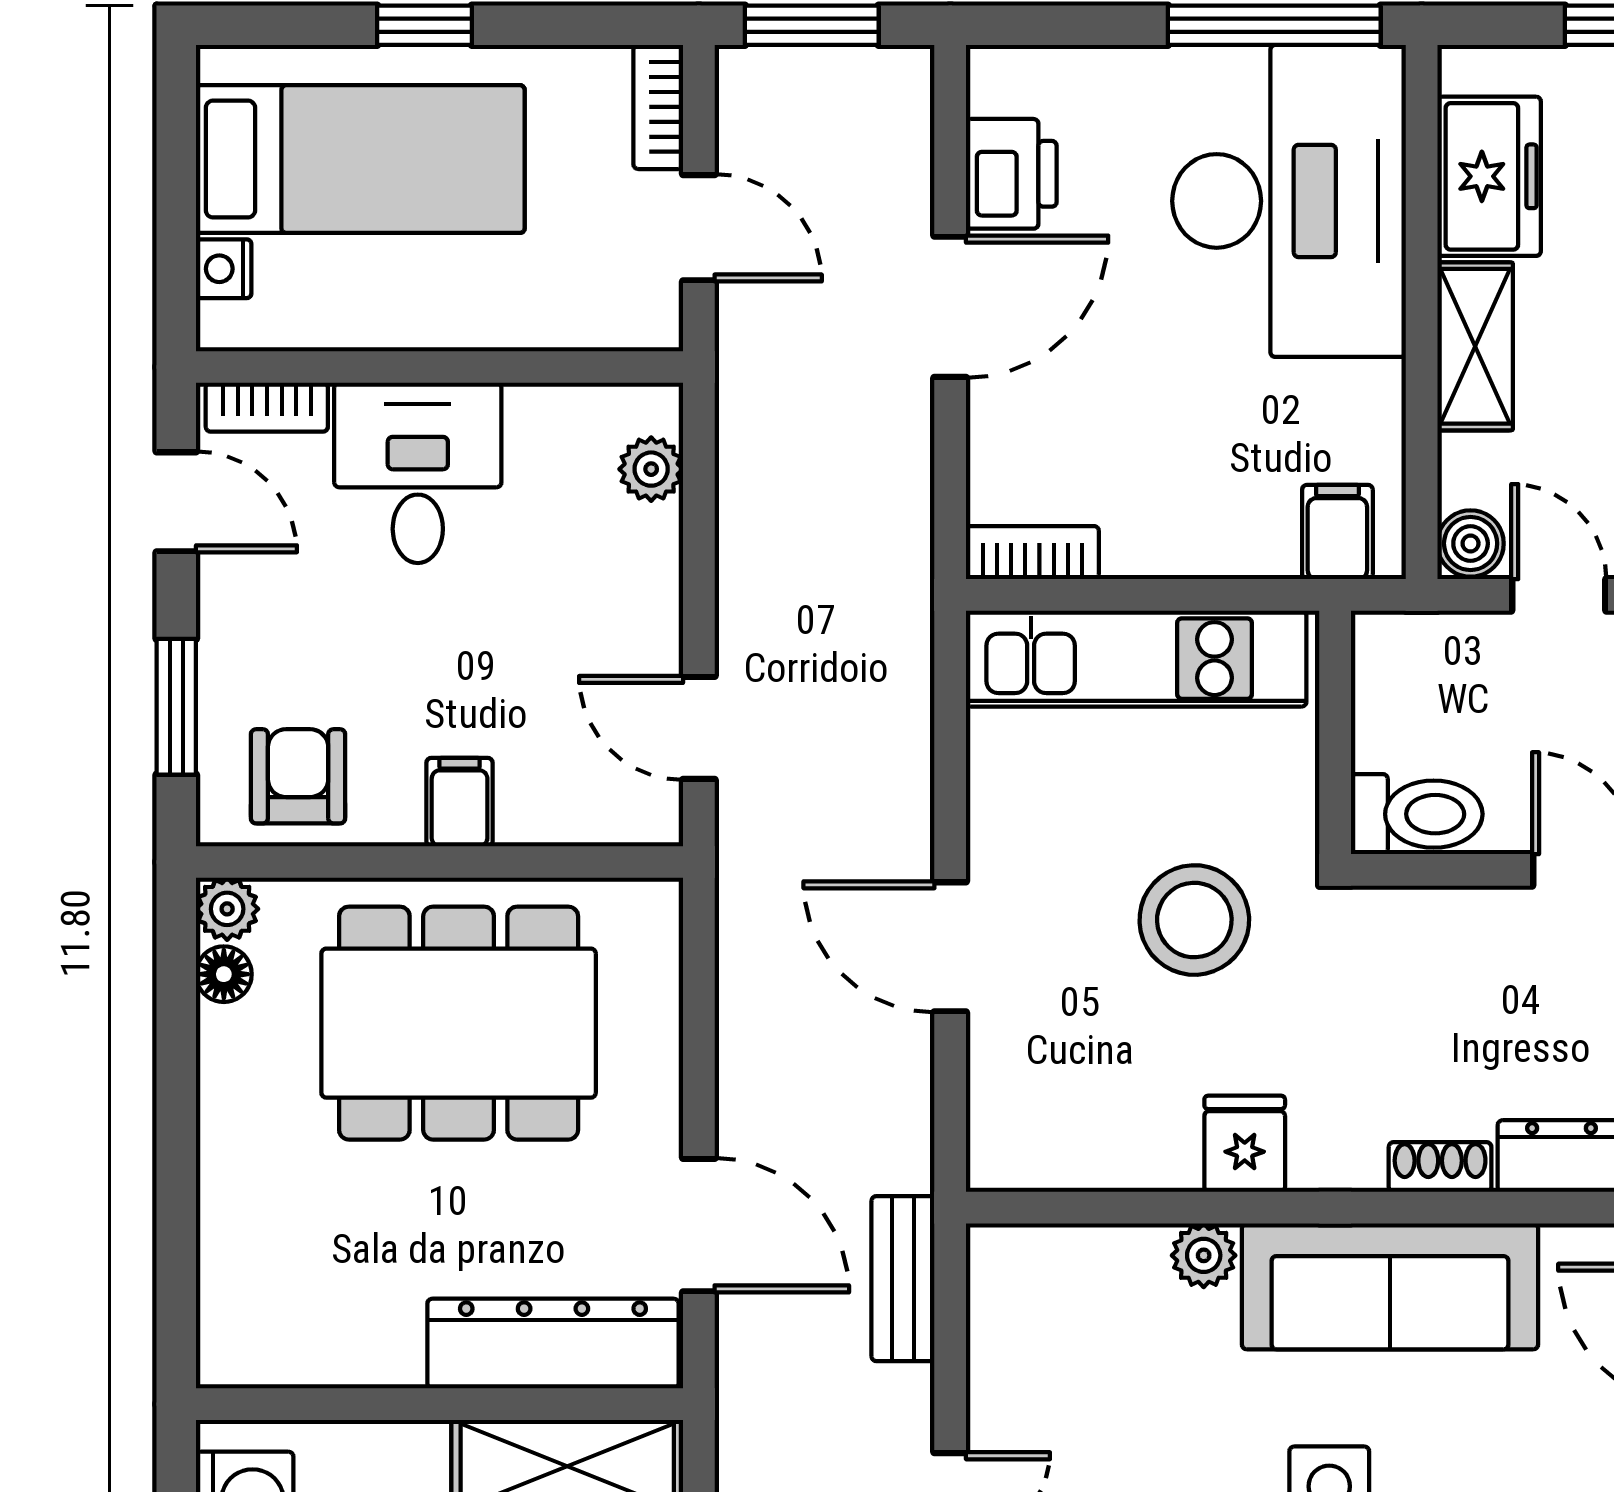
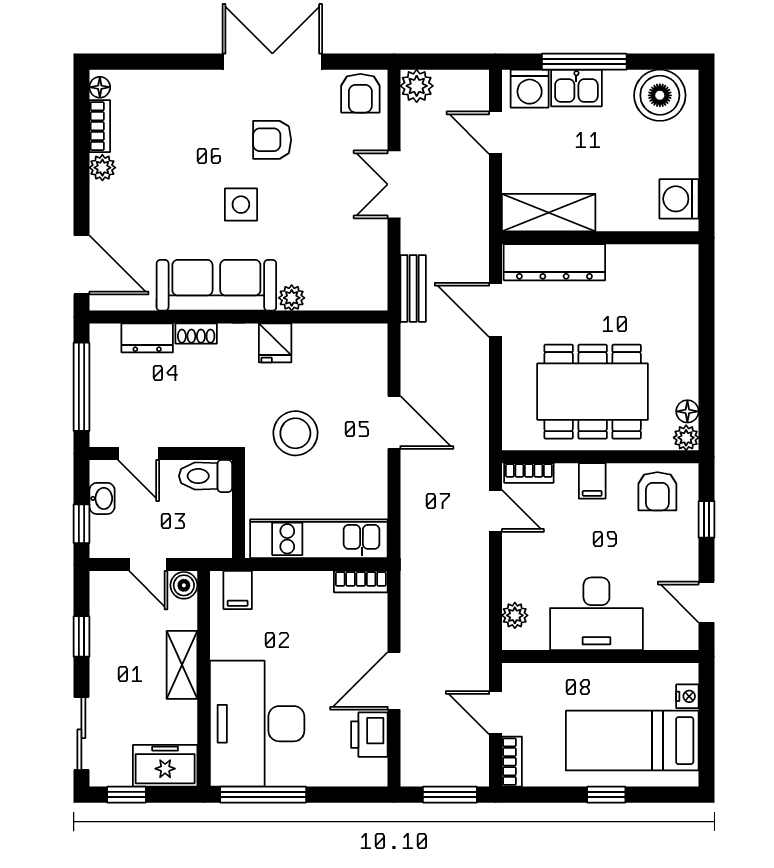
freezer: (1489, 176) -> (165, 766), moved, turned 90
bookcase: (267, 407) -> (529, 473), moved, turned 180
desk: (418, 473) -> (596, 614), width x1.37
window: (176, 707) -> (707, 519), width x0.67

